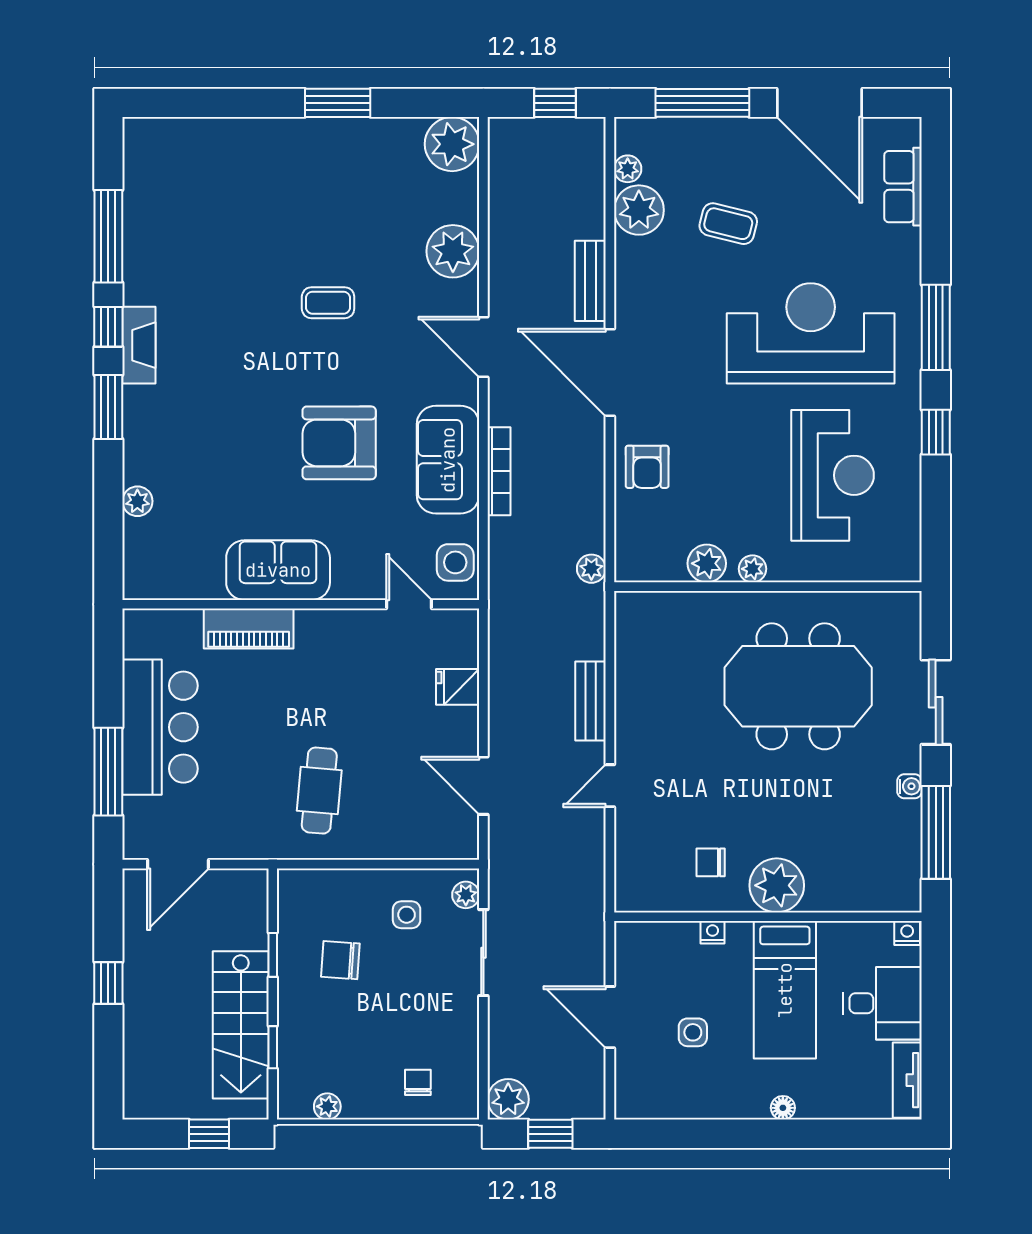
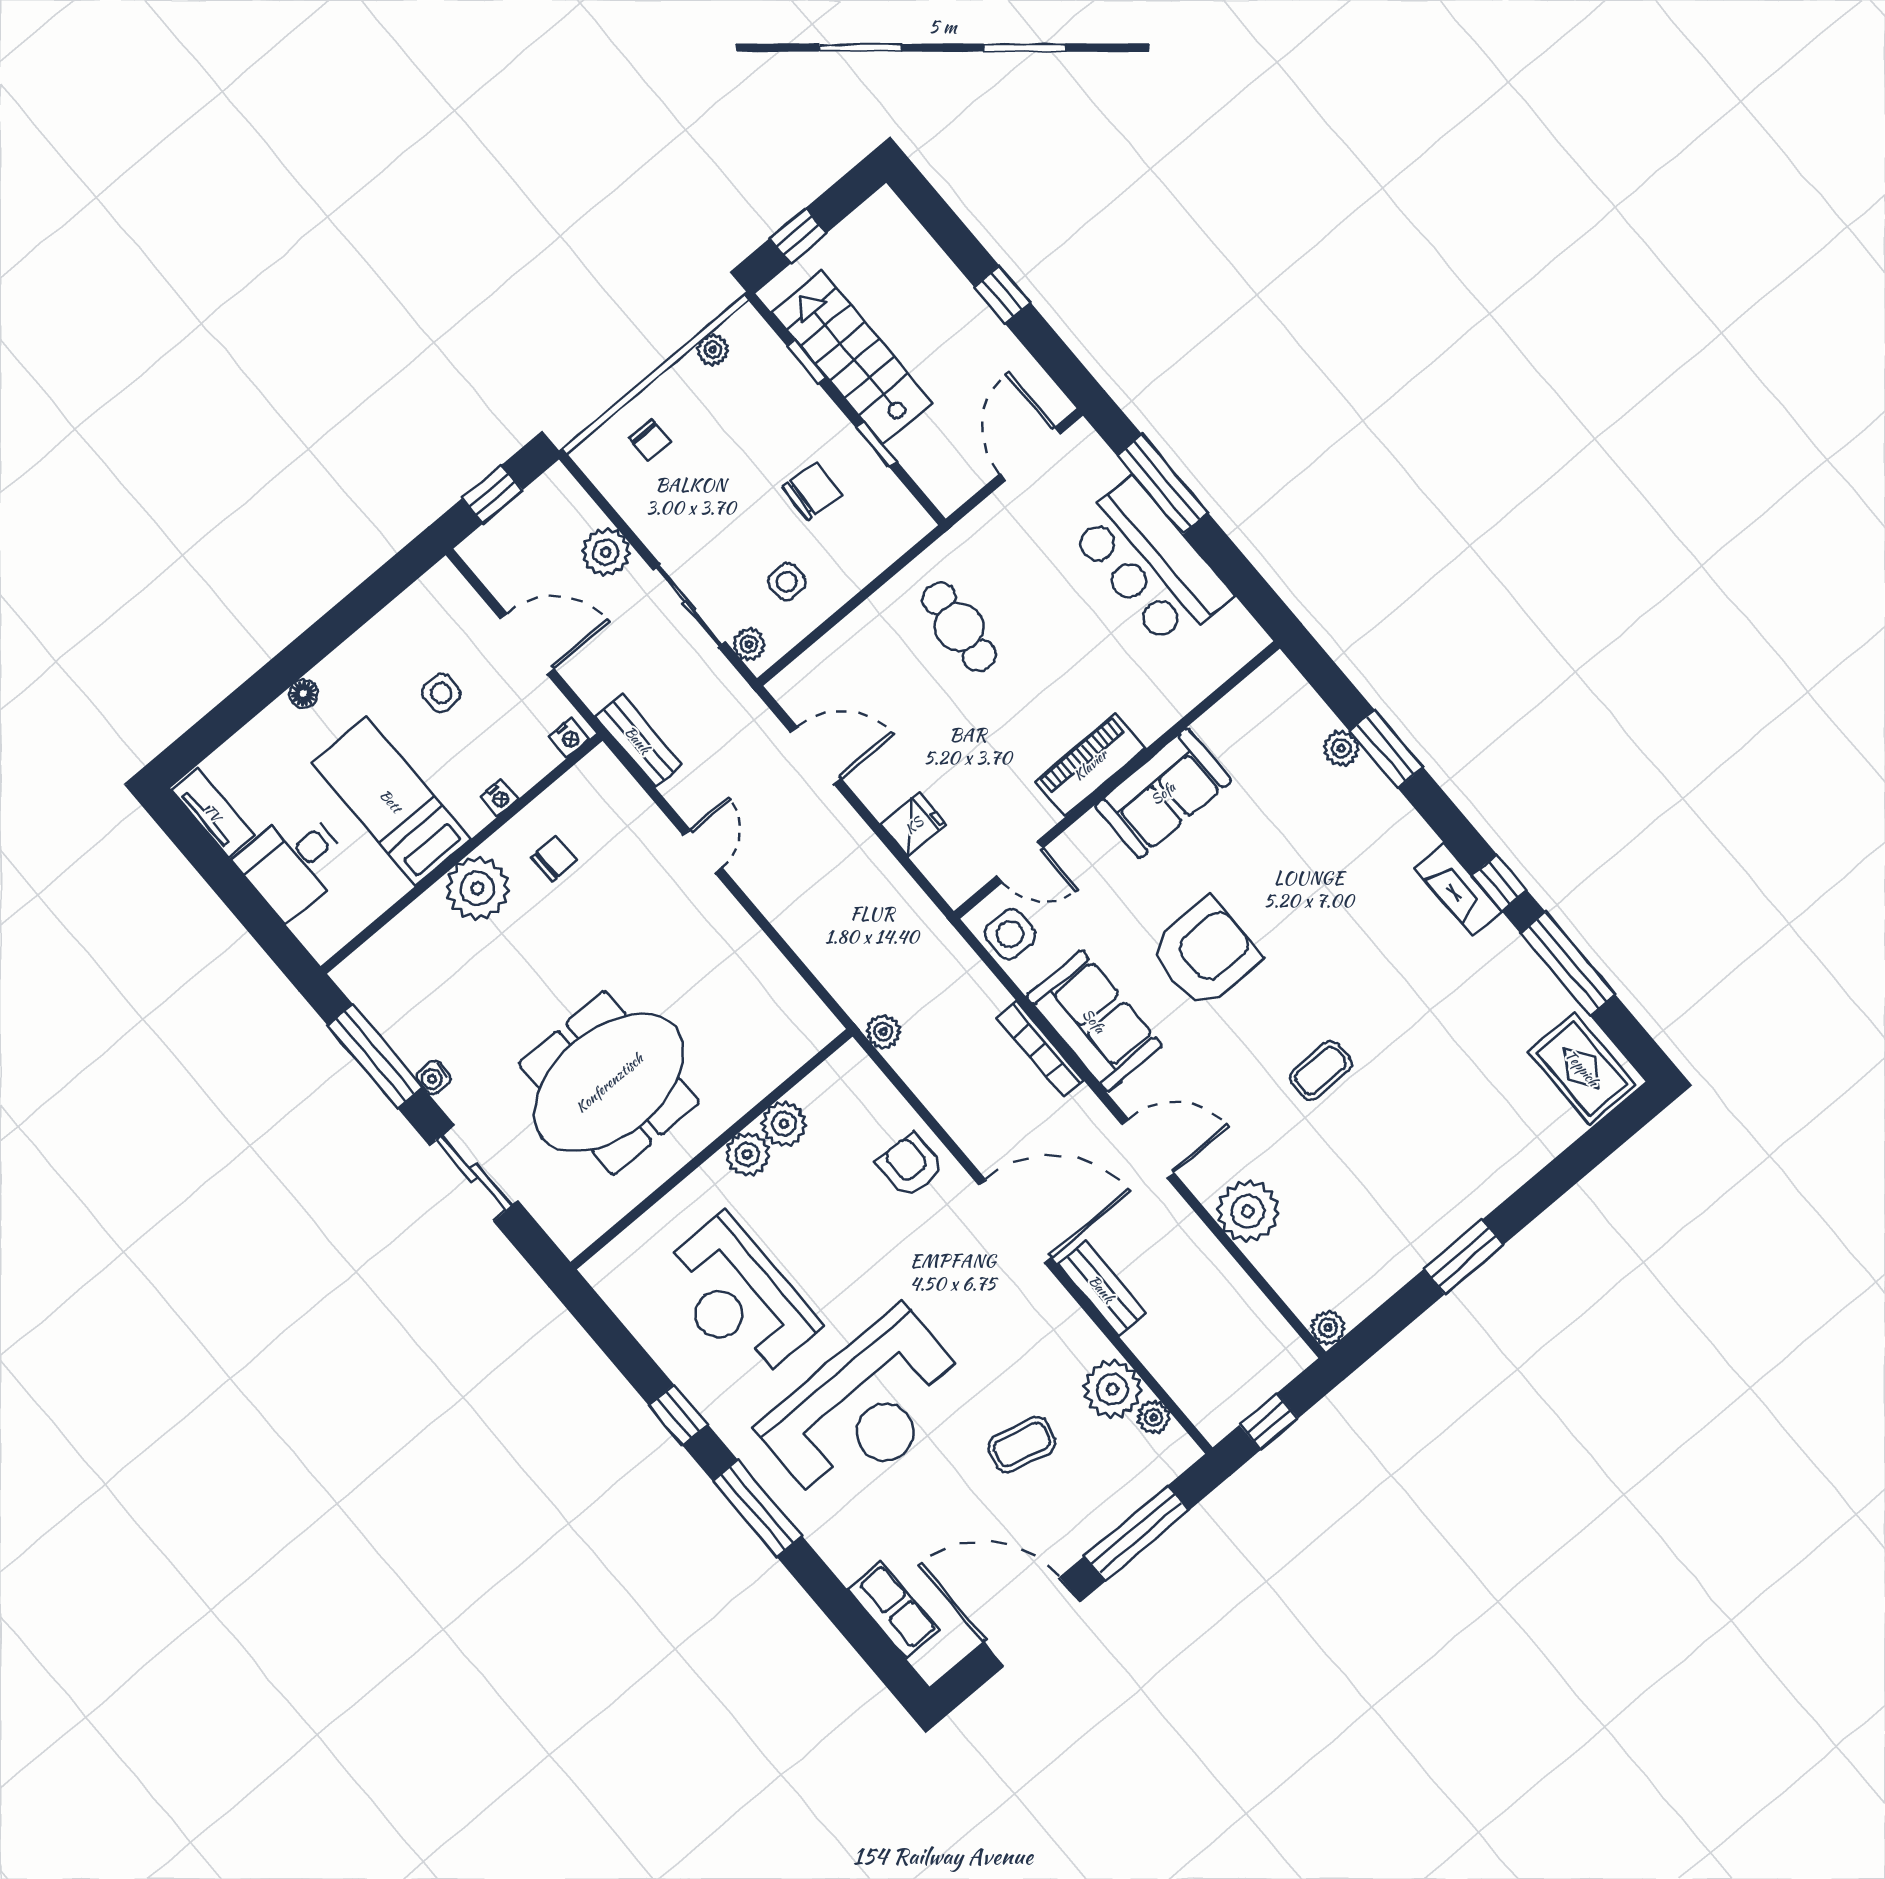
plant: (452, 144) -> (1328, 1328), width x0.53, depth x0.53
rug: (157, 161) -> (1582, 1068), added
window: (108, 407) -> (1386, 749), moved
plant: (752, 569) -> (747, 1154), width x1.38, depth x1.38
piano: (249, 628) -> (1090, 765), moved
bench: (591, 701) -> (638, 740), moved
nightstand: (907, 933) -> (569, 738), moved
plant: (508, 1099) -> (606, 552), moved

